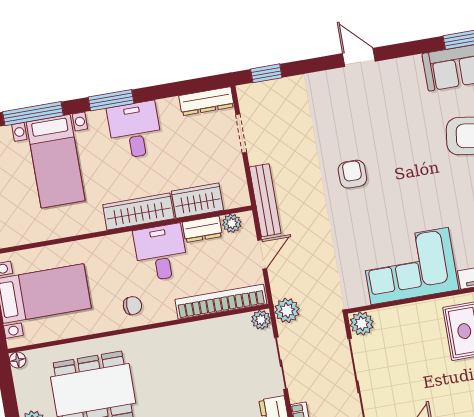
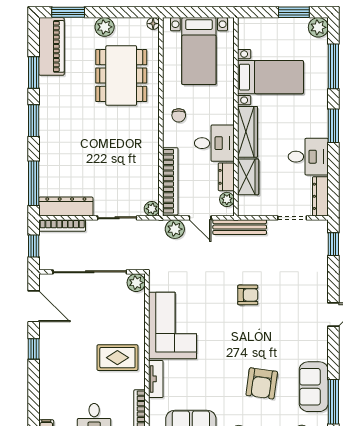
desk: (135, 130) -> (308, 157), moved
bed with nightstands: (56, 161) -> (270, 77), moved, turned 180
plant: (287, 310) -> (175, 229), moved

